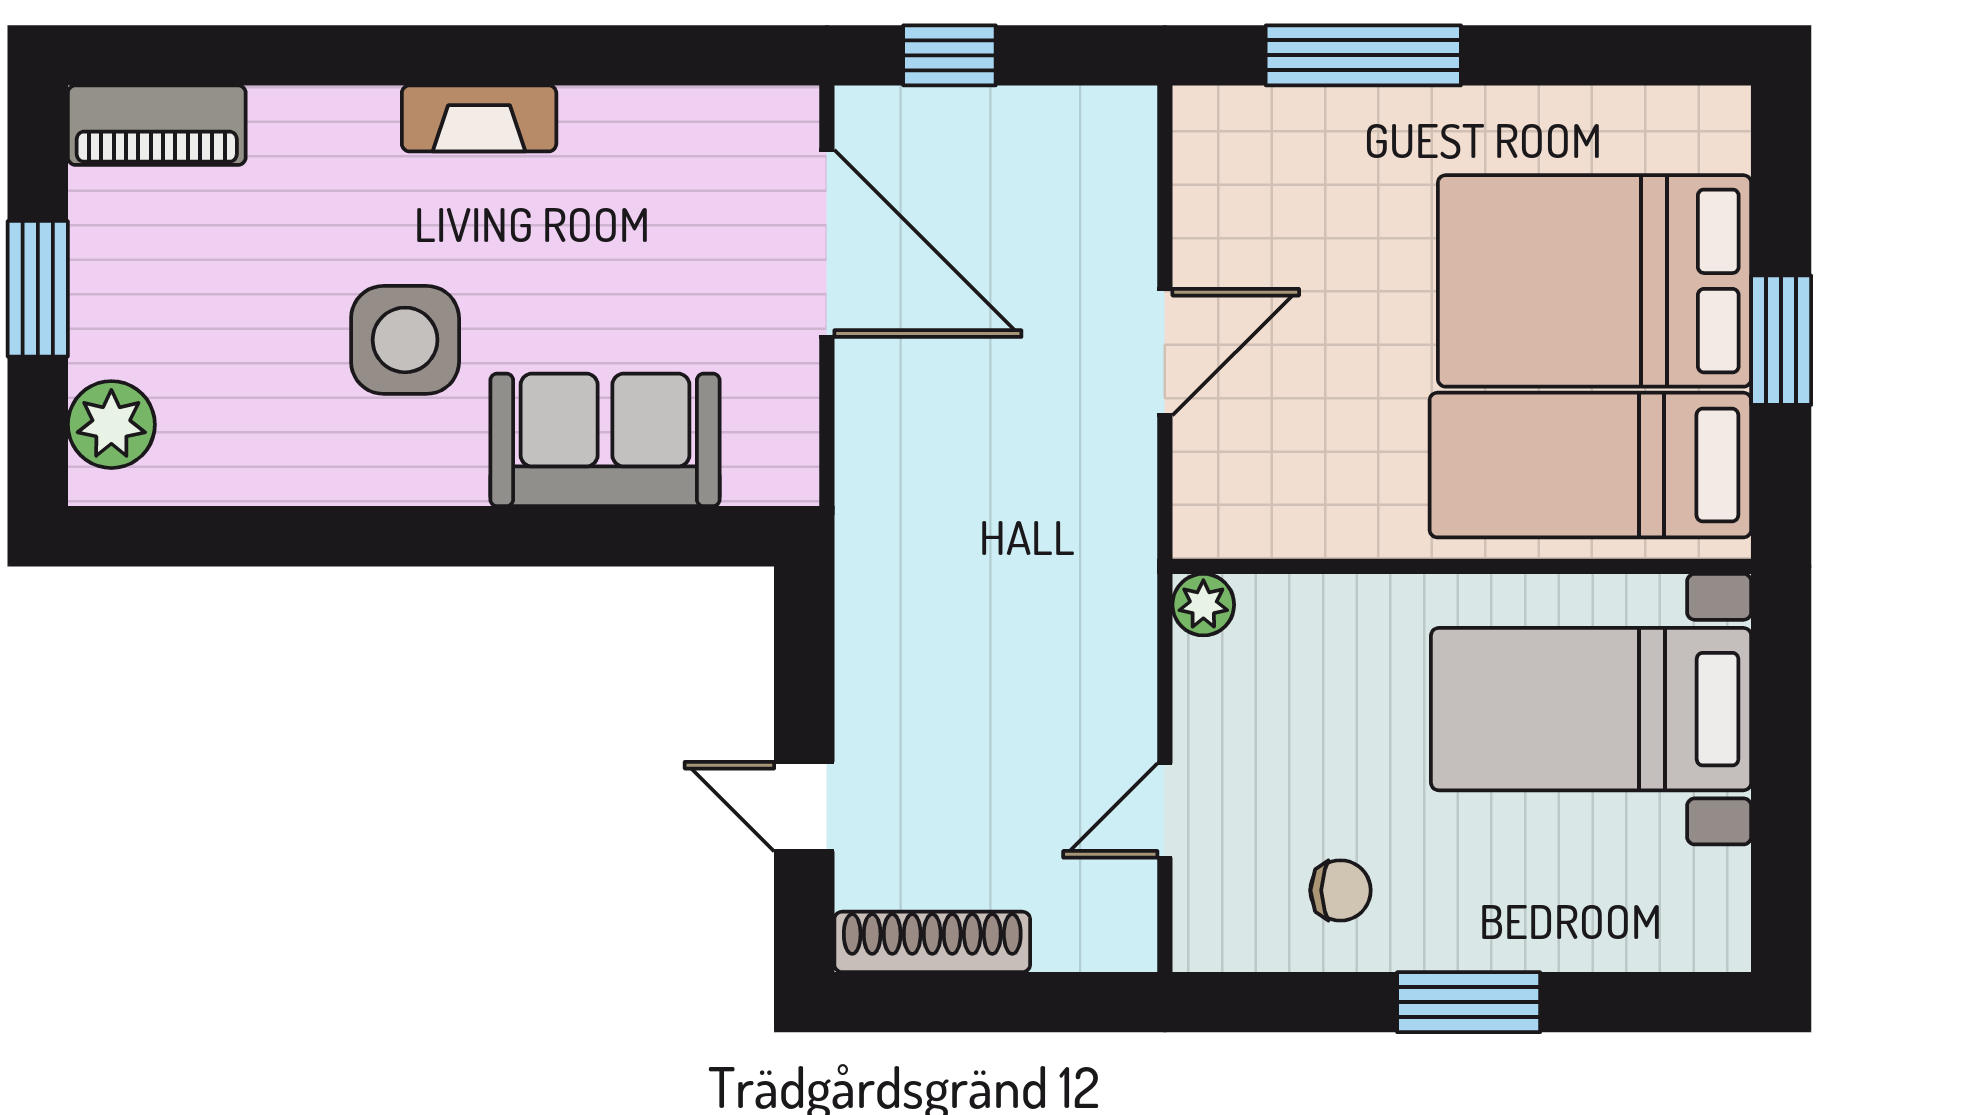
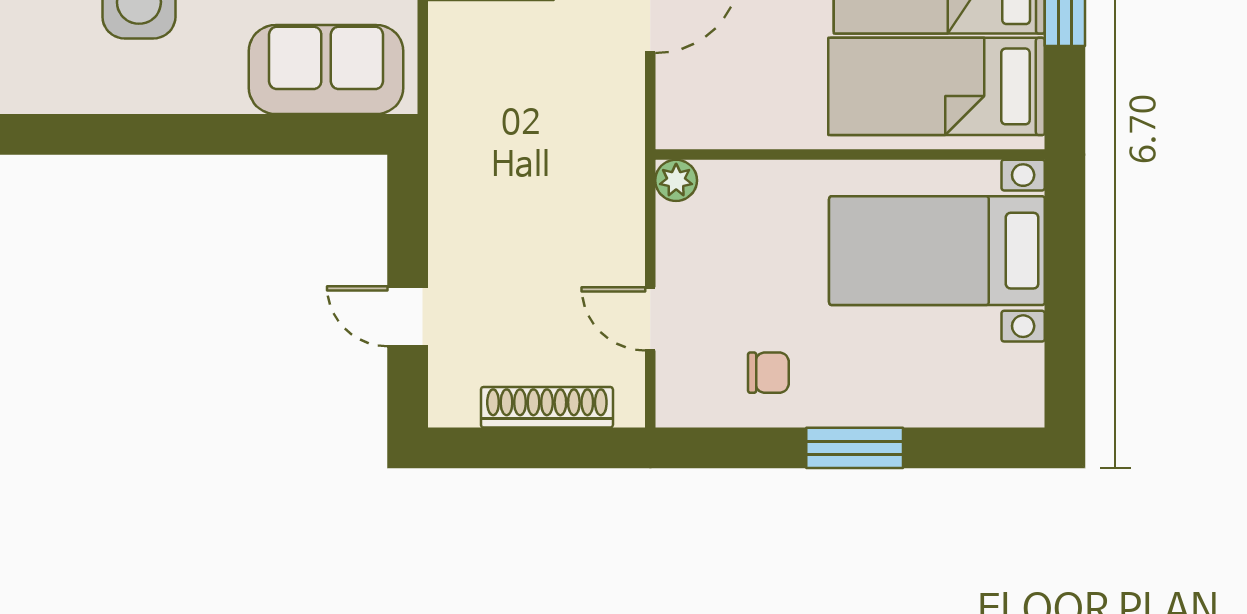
sofa: (605, 440) -> (326, 69), moved
door: (1165, 811) -> (650, 319), hinge flipped
shoe rack: (932, 942) -> (547, 407), moved

